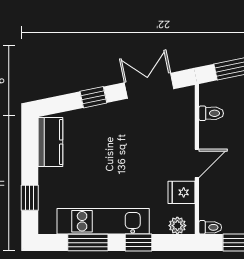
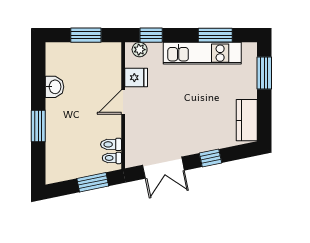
window: (30, 198) -> (264, 73), width x1.50
toilet: (210, 227) -> (112, 158), moved
window: (138, 243) -> (151, 35), moved

